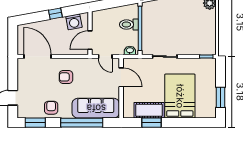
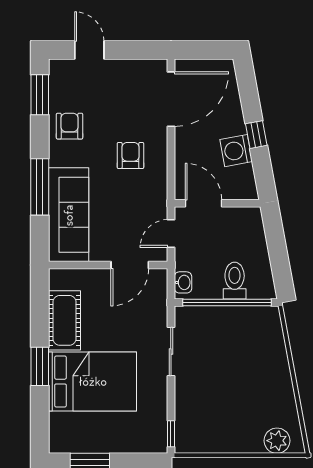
washing machine: (74, 22) -> (236, 151), moved
armchair: (51, 108) -> (70, 126), turned -90
window: (82, 123) -> (40, 187), width x0.68
window: (152, 123) -> (40, 366), moved

